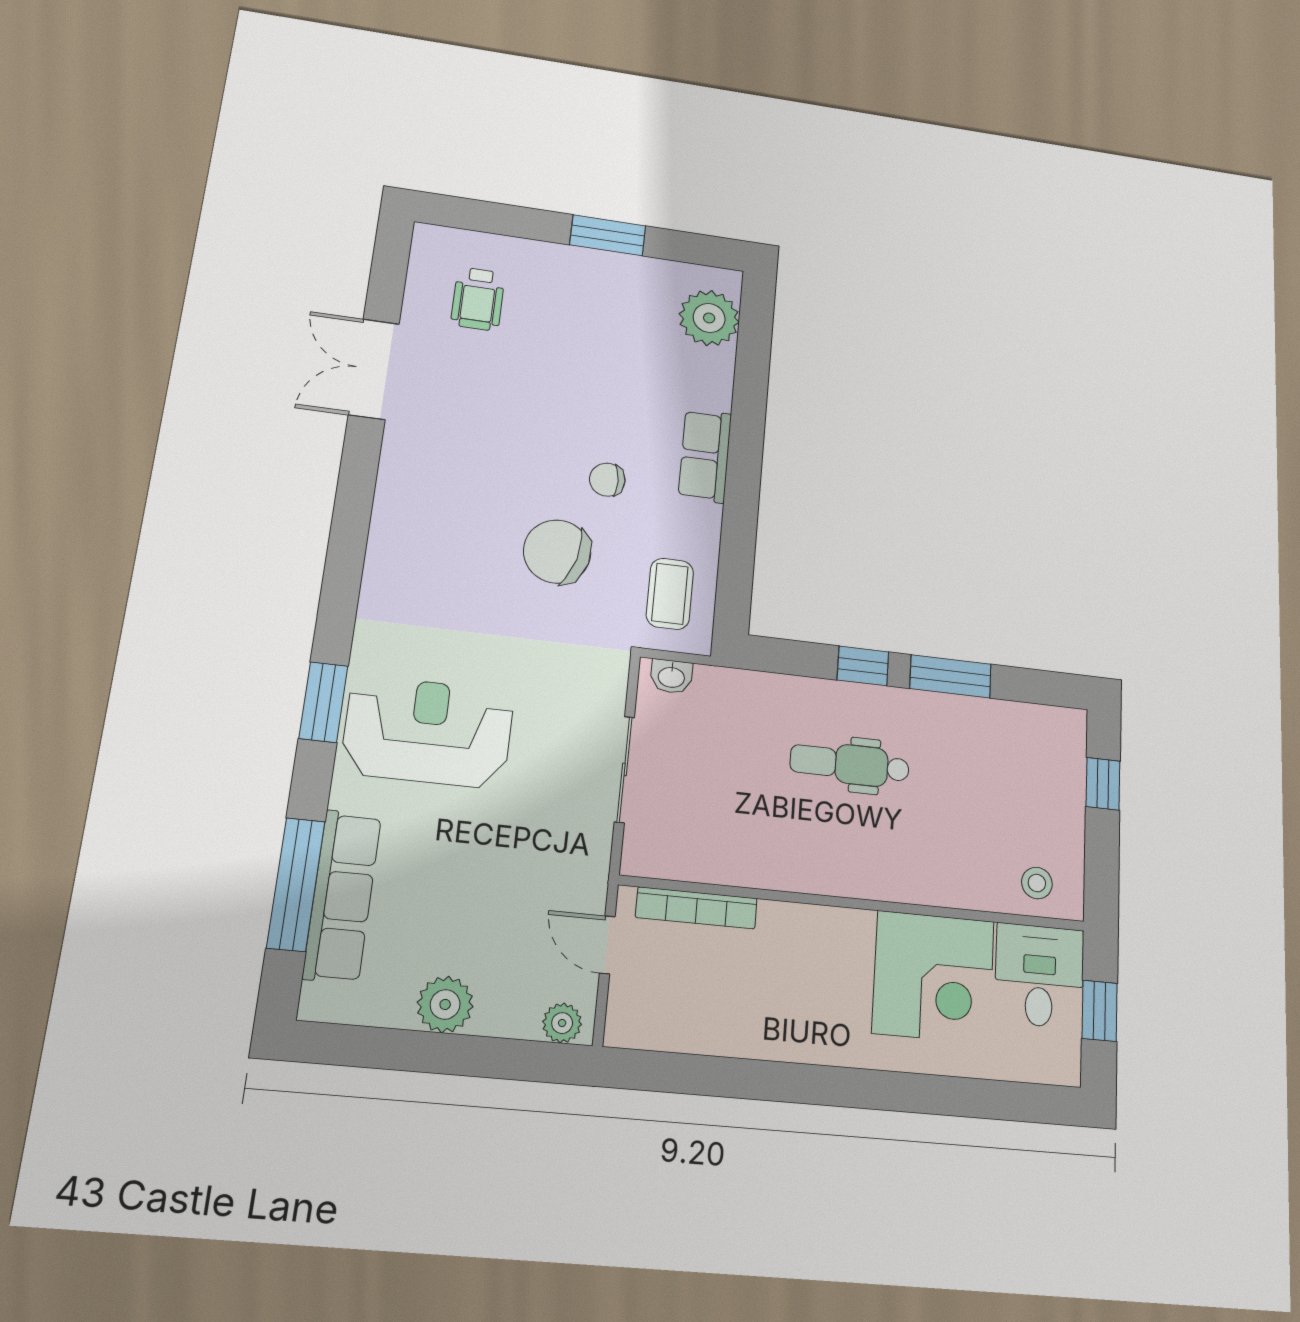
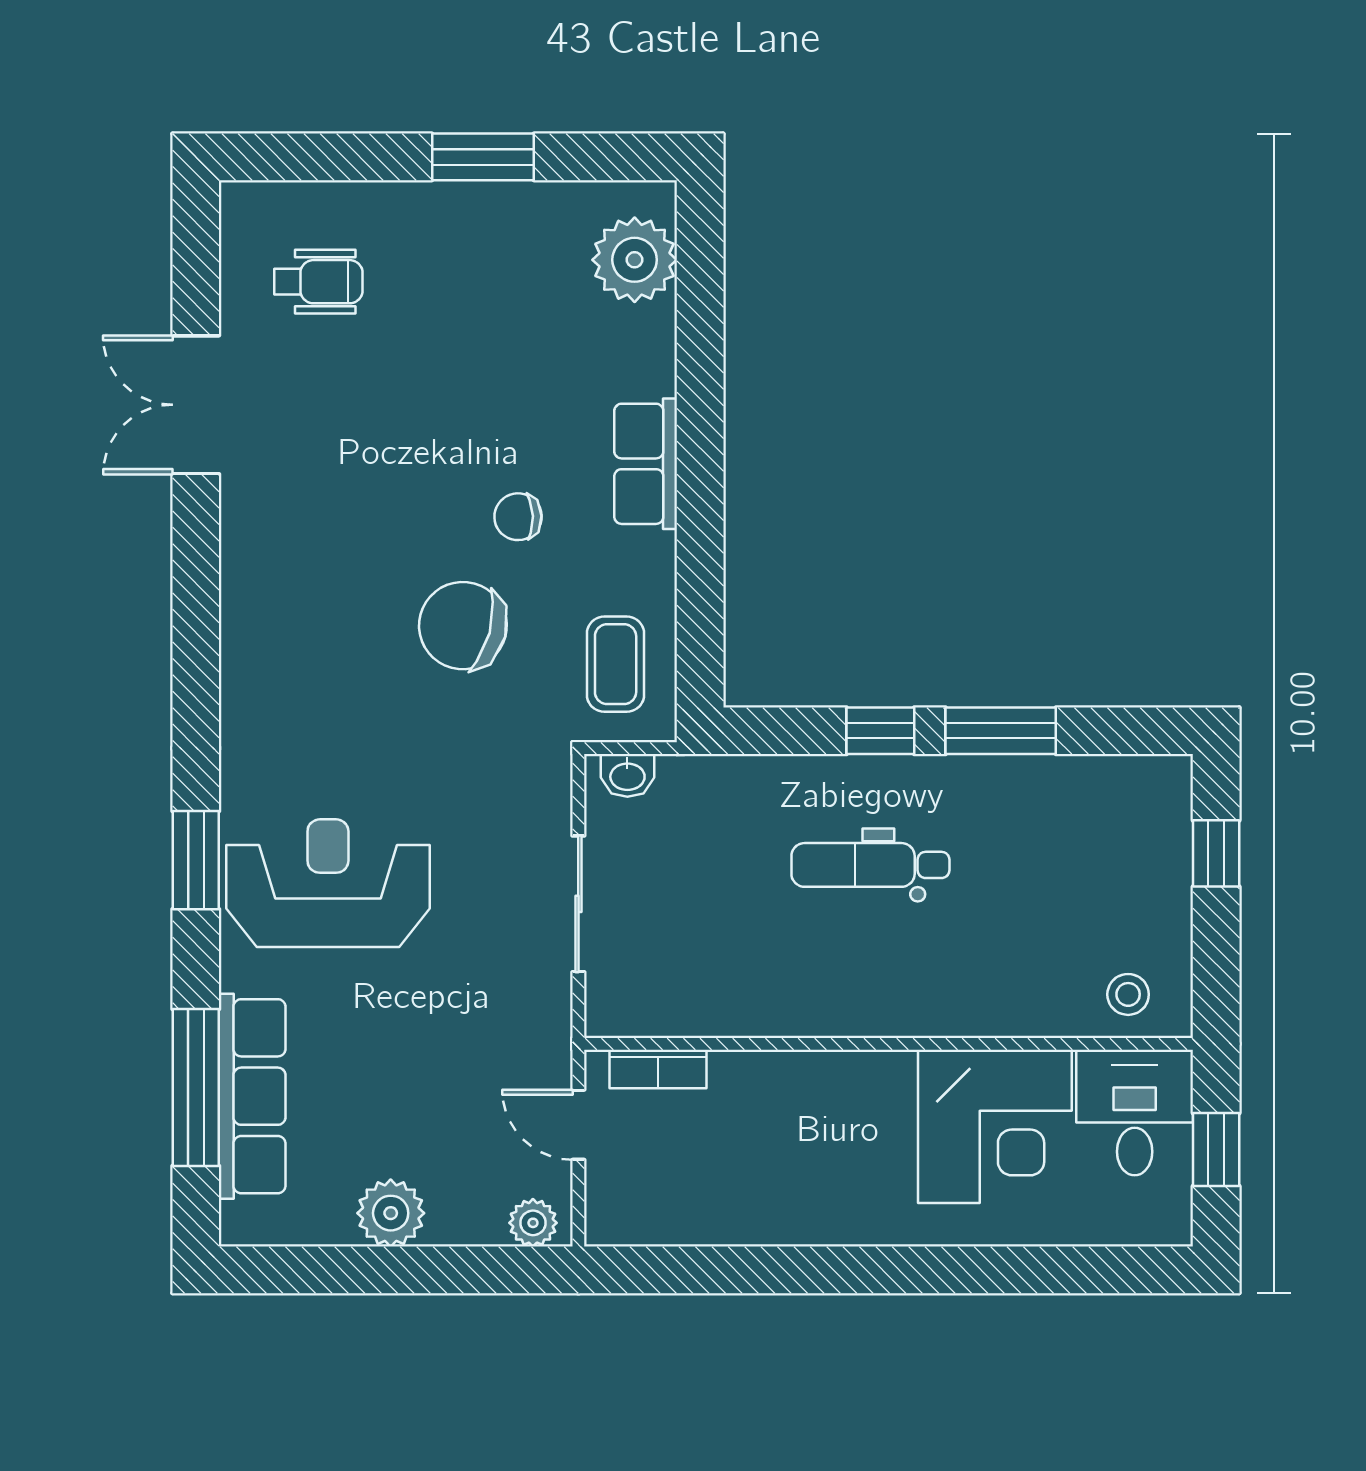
wheelchair: (478, 299) -> (318, 282), turned -90
bookcase: (696, 908) -> (658, 1069), width x0.64

